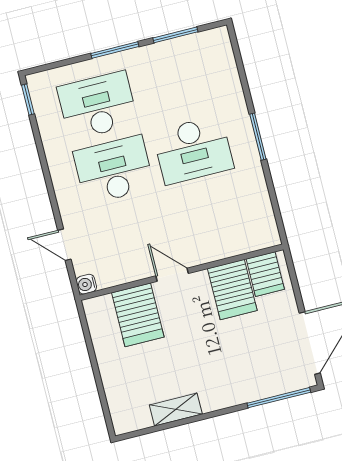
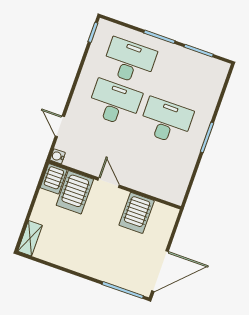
desk: (193, 150) -> (166, 121), turned 180
server rack: (265, 274) -> (54, 179), moved
shelving: (176, 409) -> (30, 238), moved, turned 90

